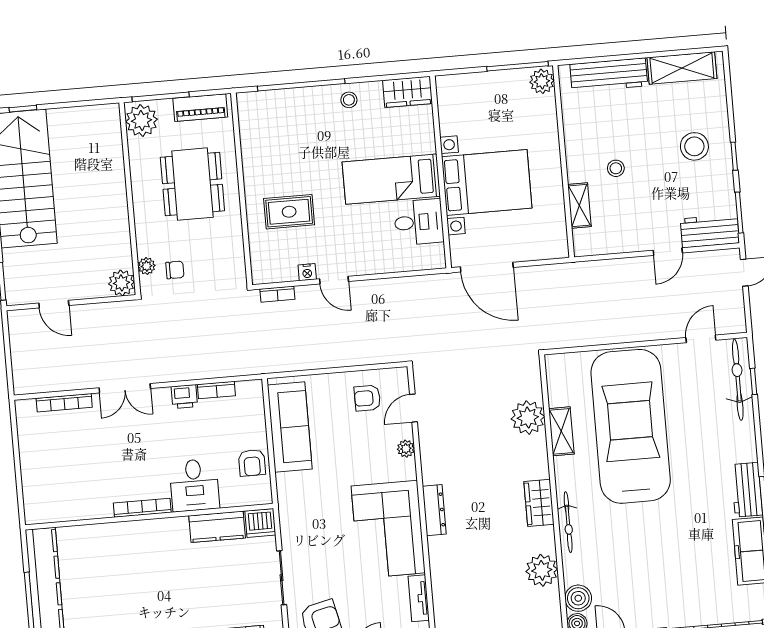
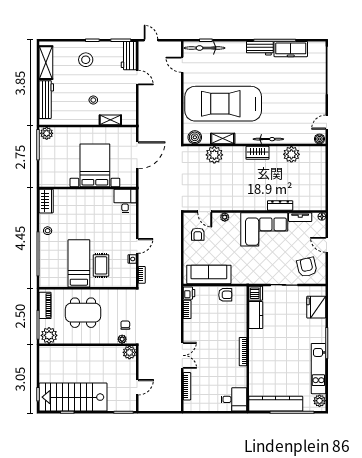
bed: (391, 179) -> (79, 263), moved, turned 180
desk: (419, 222) -> (125, 201), moved
door: (487, 267) -> (137, 155), moved
printer: (184, 397) -> (189, 293), moved
desk: (194, 485) -> (234, 399), moved
dresser: (434, 510) -> (280, 206), moved
boiler: (578, 598) -> (195, 137), moved

